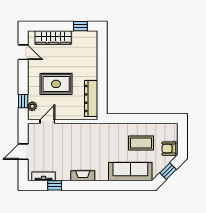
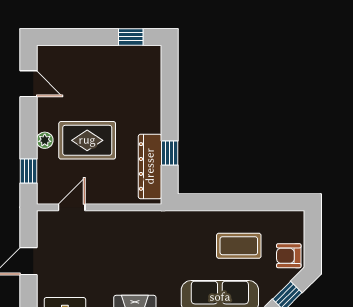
wardrobe: (53, 37) -> (82, 57), removed
window: (102, 91) -> (170, 153), added
plant: (32, 106) -> (45, 140), moved

